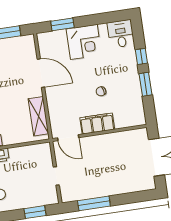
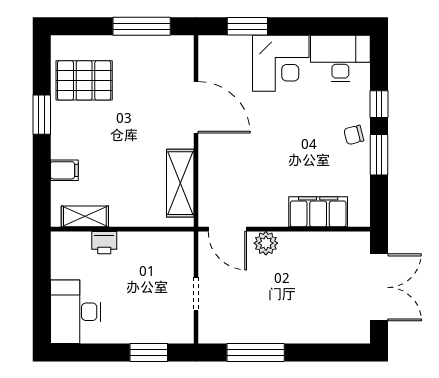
desk: (121, 34) -> (340, 59), width x1.37
chair: (101, 91) -> (354, 135), moved
filing cabinet: (97, 124) -> (318, 212), moved
plant: (90, 142) -> (266, 243), added

